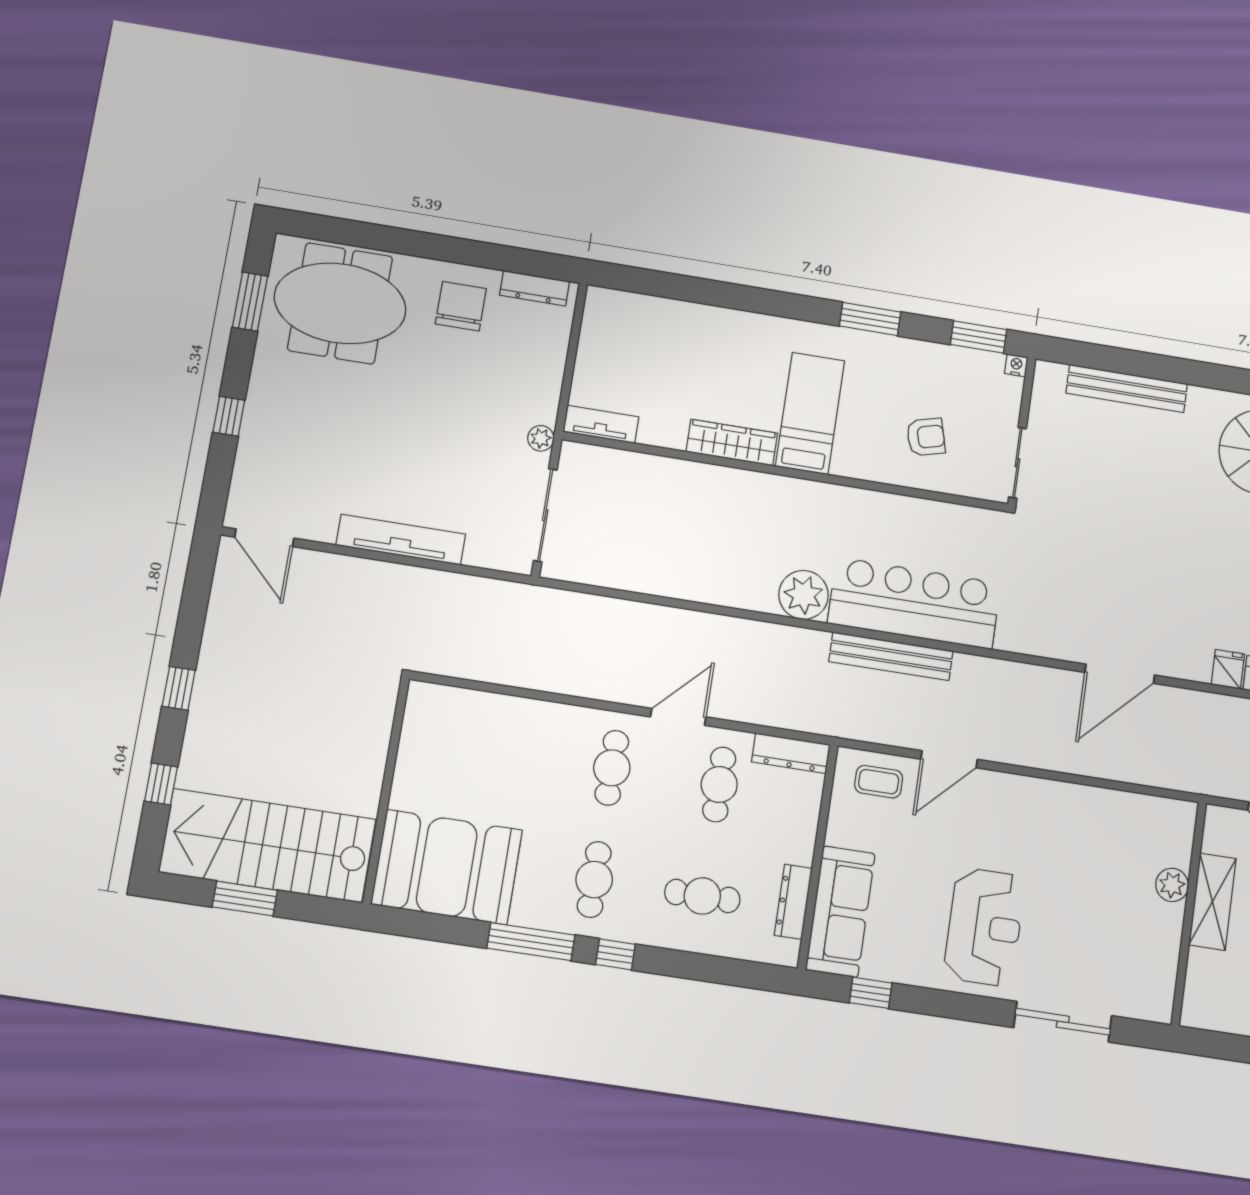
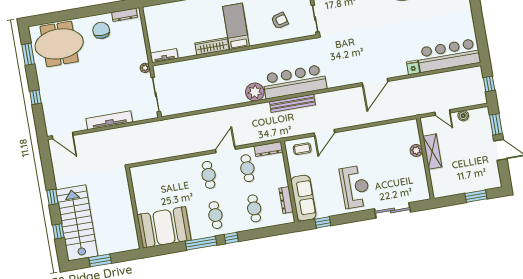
stairs: (267, 846) -> (77, 223), moved, turned 90
cafe table: (702, 896) -> (254, 208), turned 90

